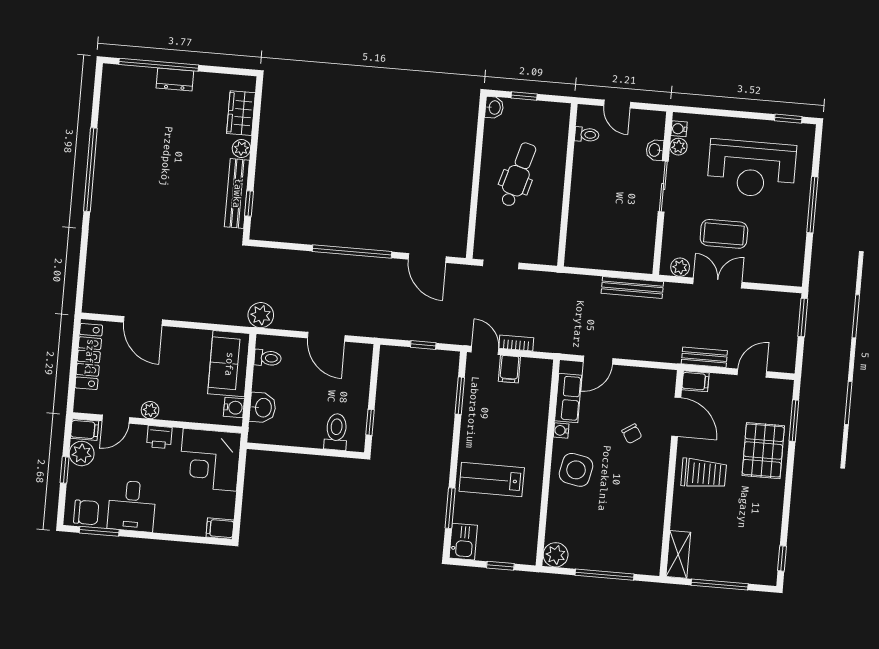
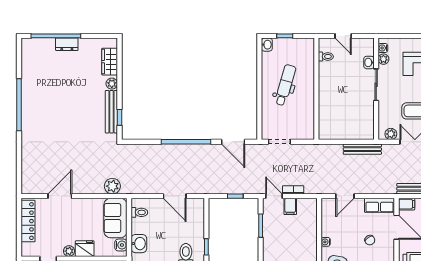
plant: (261, 315) -> (112, 186), moved
door: (143, 321) -> (60, 196), swing flipped
row of seats: (568, 398) -> (379, 205), moved, turned 90
fridge: (175, 408) -> (85, 249), added

